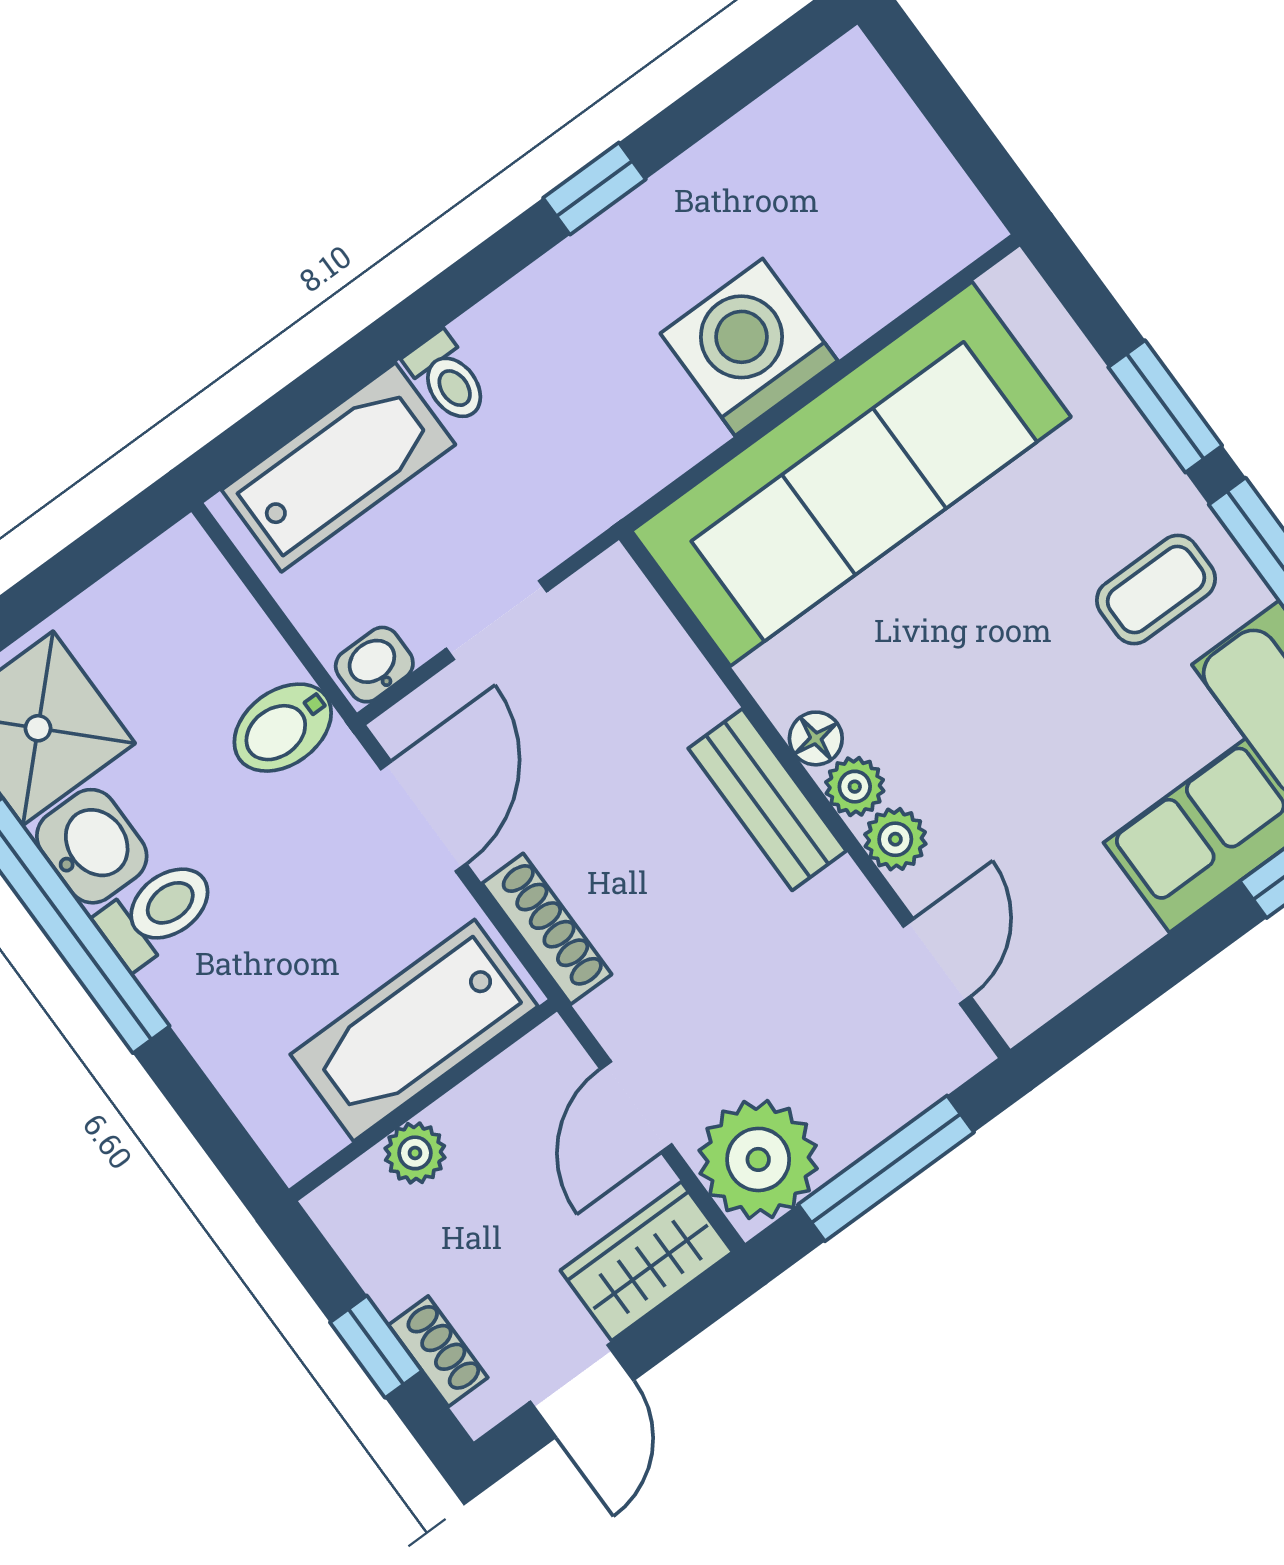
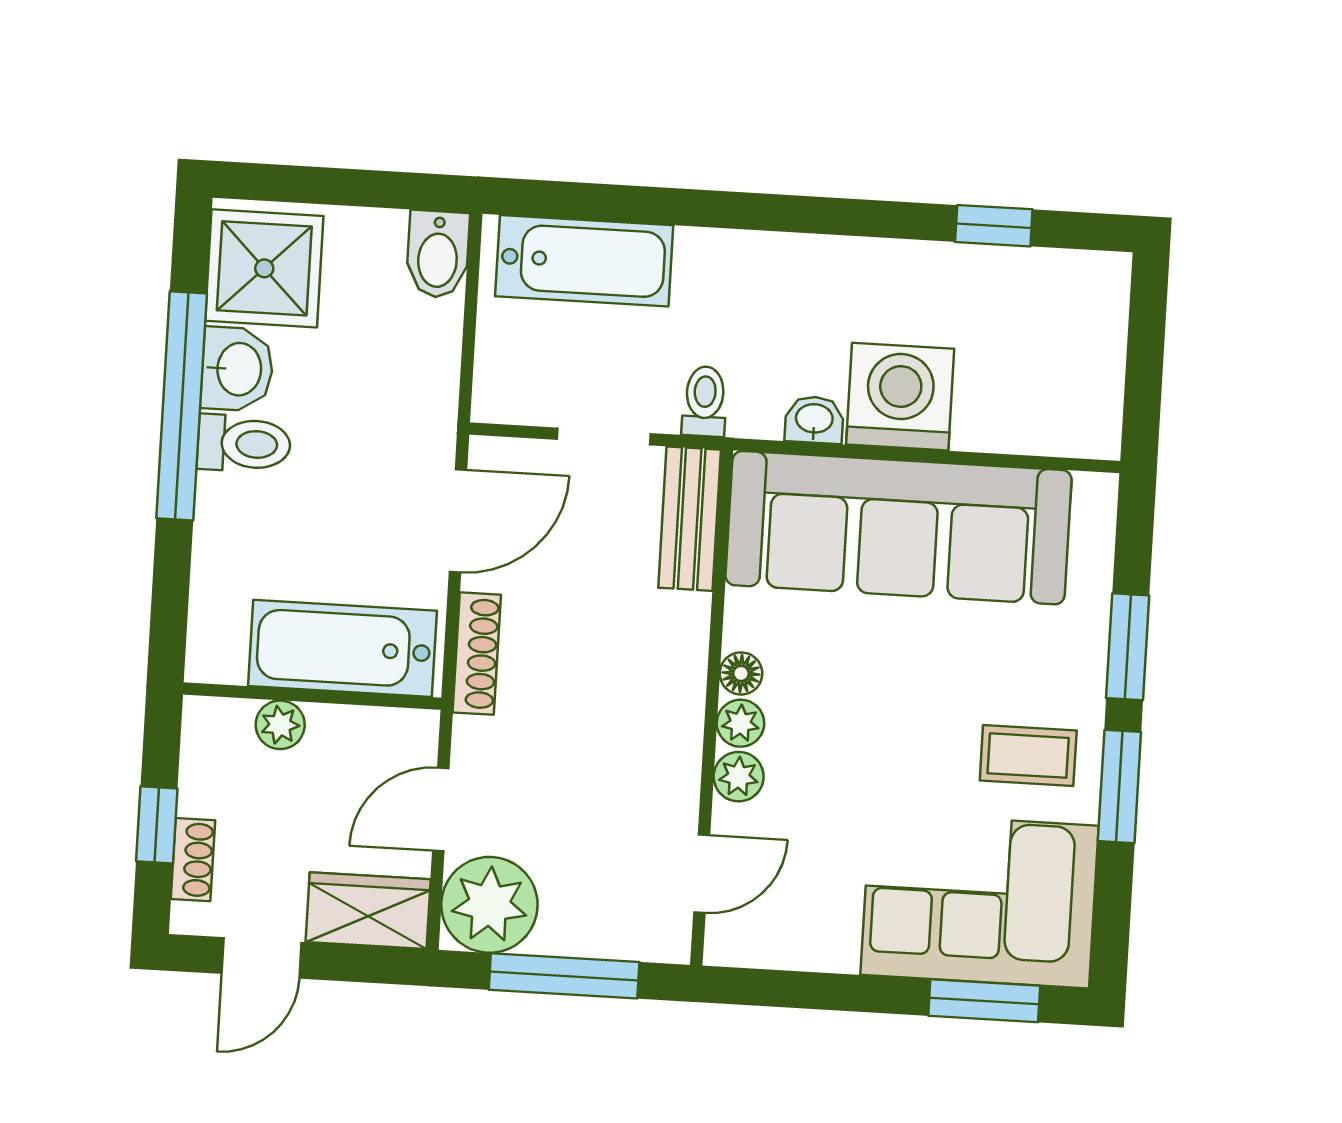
window: (594, 189) -> (994, 226), moved
toilet: (448, 378) -> (705, 401), moved, turned 180
washbasin: (374, 665) -> (814, 420), moved
bidet: (283, 728) -> (438, 254), moved, turned -90
bench: (767, 800) -> (690, 519), moved

